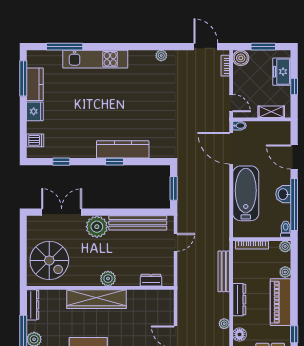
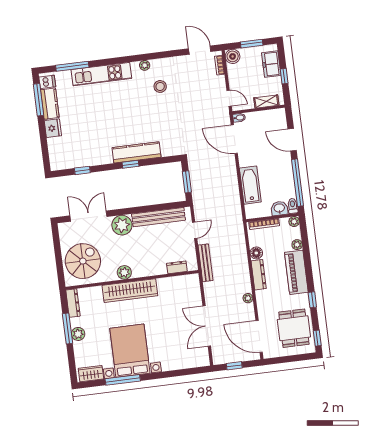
plant: (161, 56) -> (145, 65), moved
stool: (158, 81) -> (160, 86), added
dishwasher: (35, 140) -> (47, 82), moved
bathtub: (246, 193) -> (250, 185), width x0.73, depth x0.73
washbasin: (283, 194) -> (279, 208), moved, turned 90
spiral stairs: (49, 260) -> (83, 261), turned -90
bench: (224, 271) -> (206, 263), moved
plant: (108, 279) -> (124, 272), moved
floor lamp: (240, 335) -> (256, 253), moved

